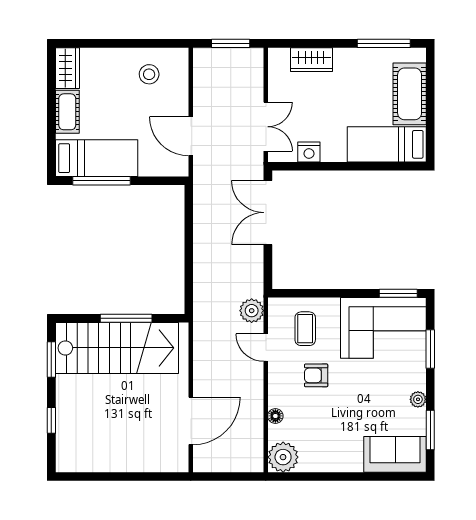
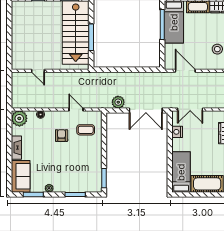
door: (191, 136) -> (185, 71), hinge flipped
double door: (268, 213) -> (146, 111), swing flipped
plant: (252, 311) -> (118, 102), moved
corner sofa: (383, 328) -> (86, 170), removed
door: (266, 348) -> (76, 109), hinge flipped
door: (191, 421) -> (38, 71), width x0.53
fireplace: (340, 463) -> (16, 148), added

